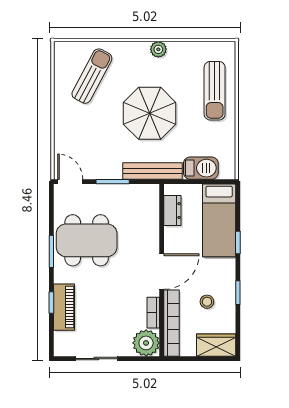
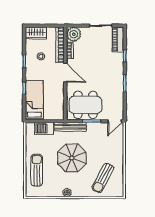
door: (70, 182) -> (115, 121), hinge flipped
dresser: (172, 211) -> (59, 105), removed
dining table: (87, 240) -> (85, 105), moved
door: (162, 272) -> (65, 73), swing flipped
piano: (64, 307) -> (118, 40), moved

